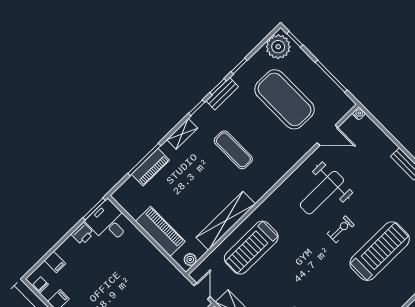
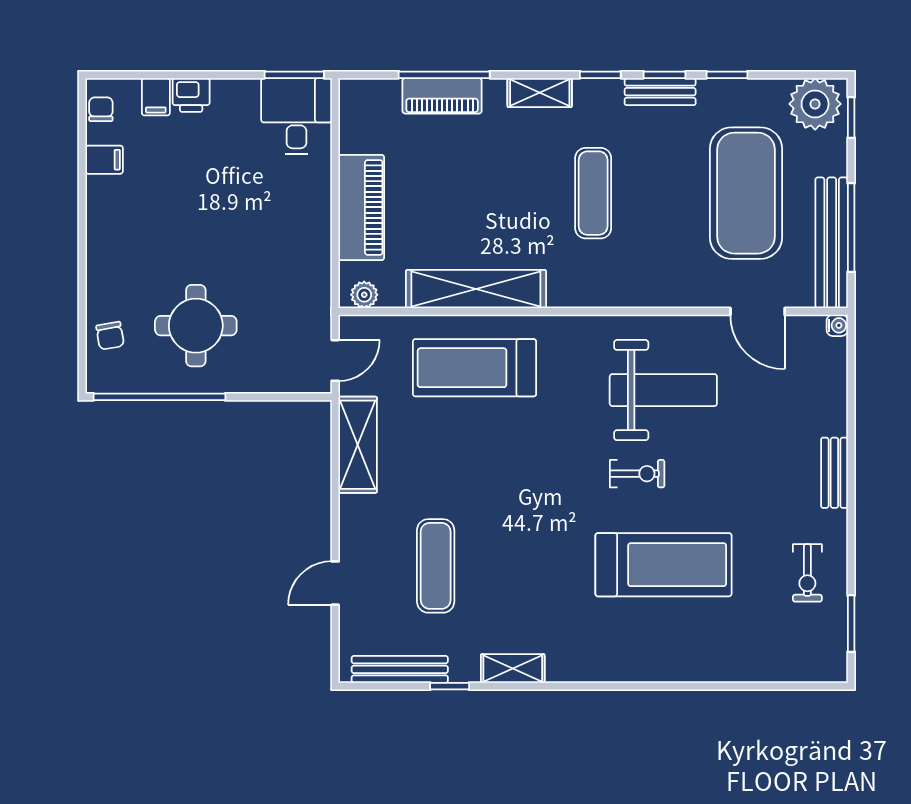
bench: (330, 88) -> (832, 243), added
weight bench: (322, 193) -> (663, 390), turned 180
printer: (83, 234) -> (191, 95), moved

